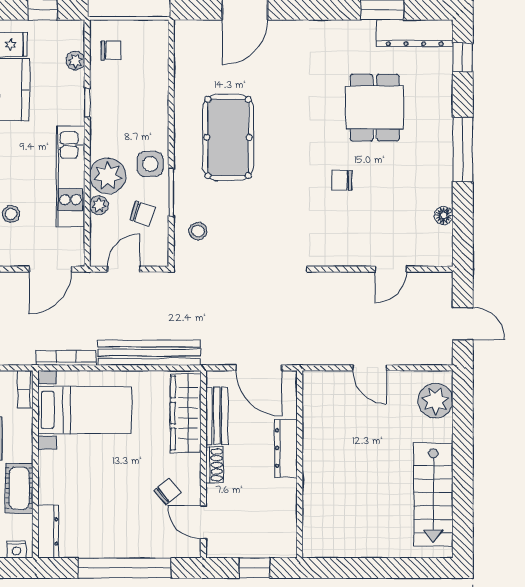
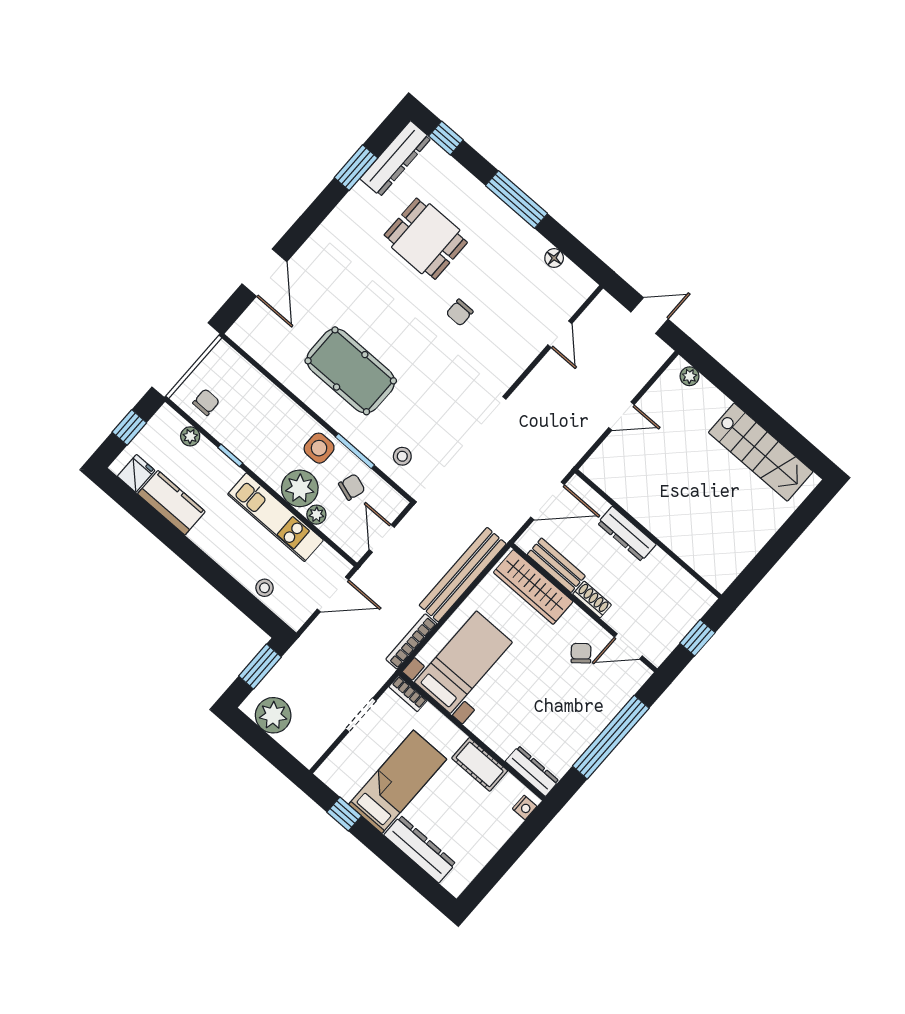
door: (50, 269) -> (333, 594), hinge flipped
plant: (435, 401) -> (690, 376), width x0.53, depth x0.53

